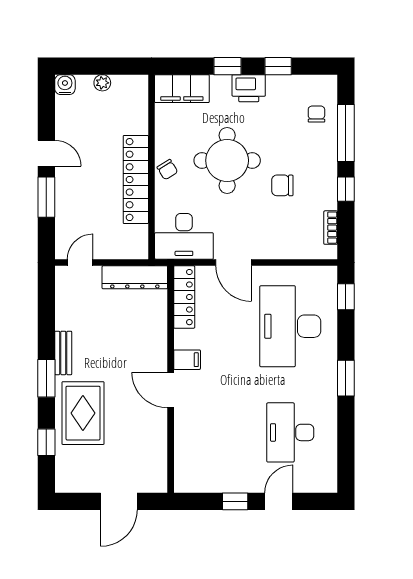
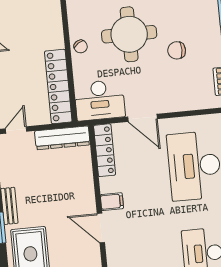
locker: (136, 180) -> (58, 87), moved

